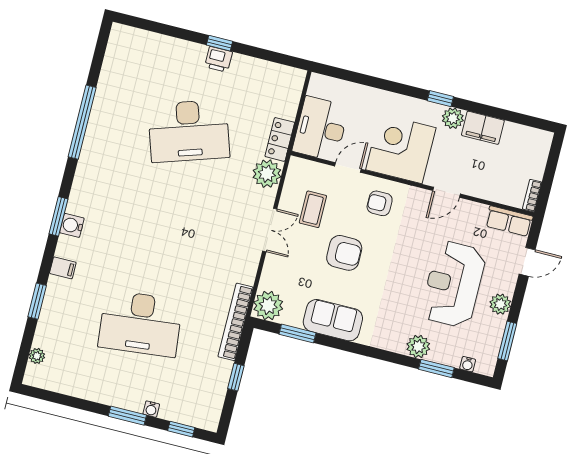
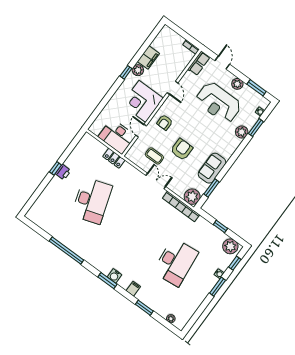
plant: (267, 174) -> (230, 246), moved
bookcase: (236, 322) -> (181, 206), moved

